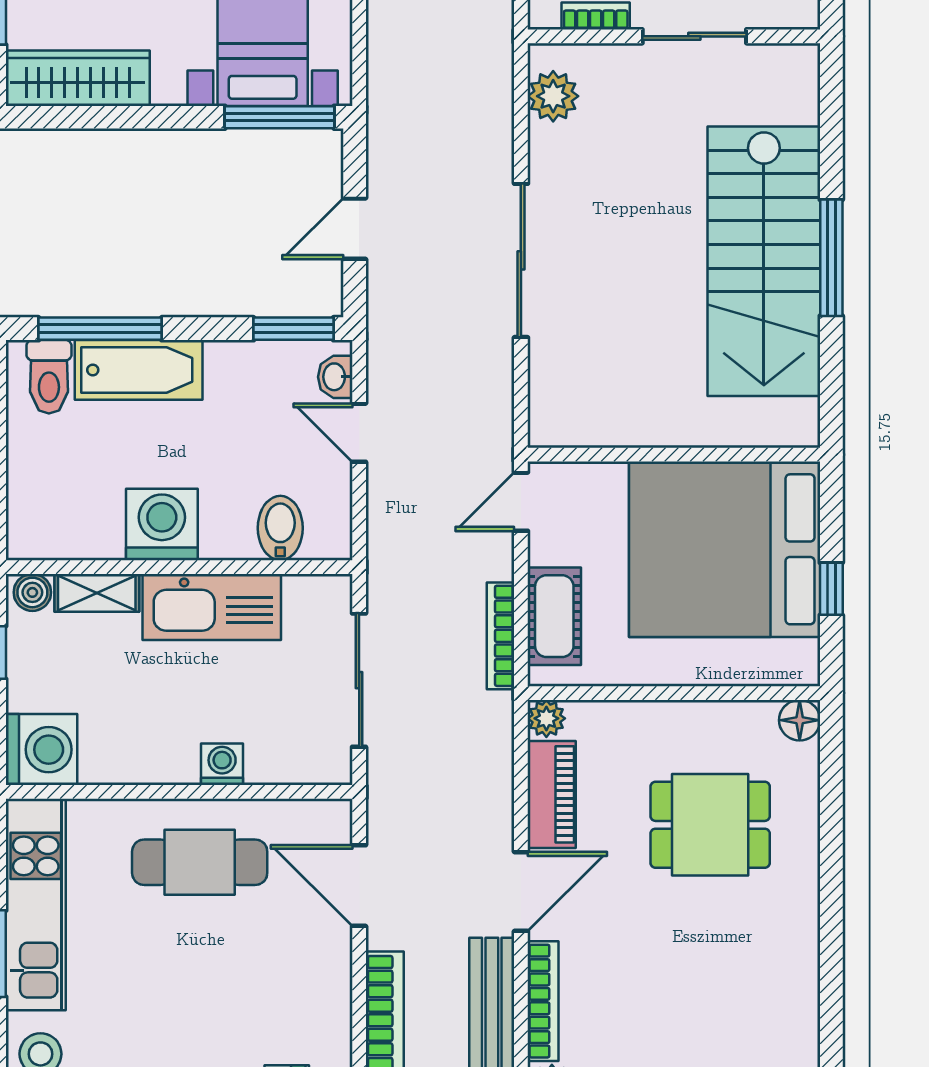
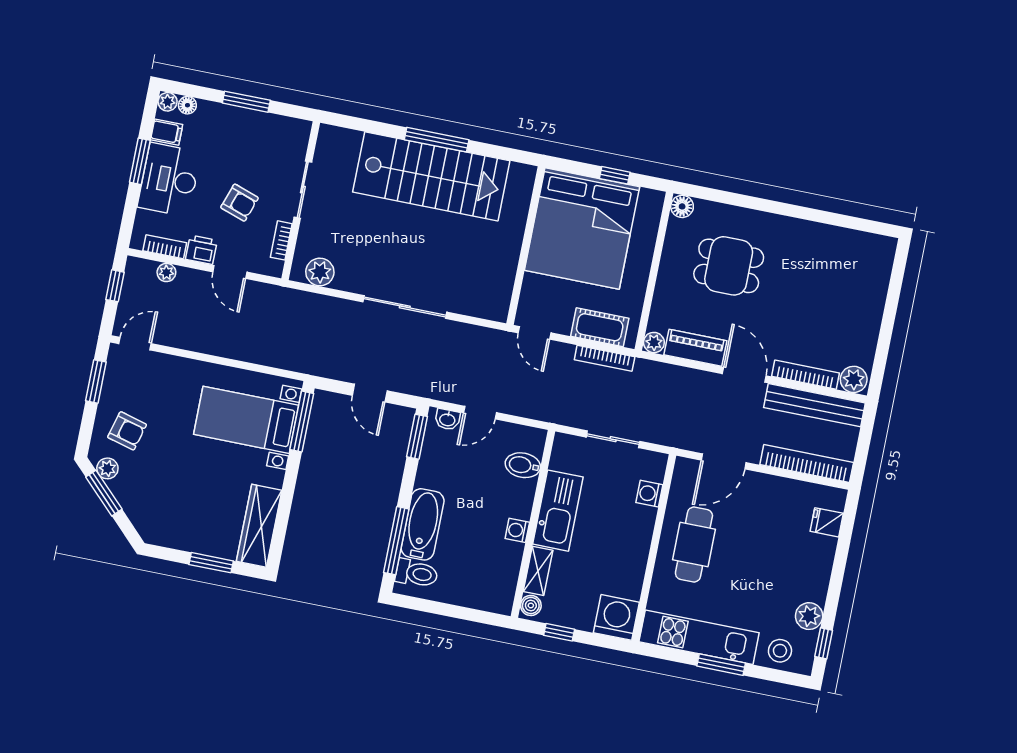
washing machine: (162, 524) -> (517, 530), width x0.53, depth x0.53
sliding door: (359, 680) -> (613, 439), width x0.73
washing machine: (222, 764) -> (649, 494), moved
dining table: (710, 825) -> (729, 266), turned 90

